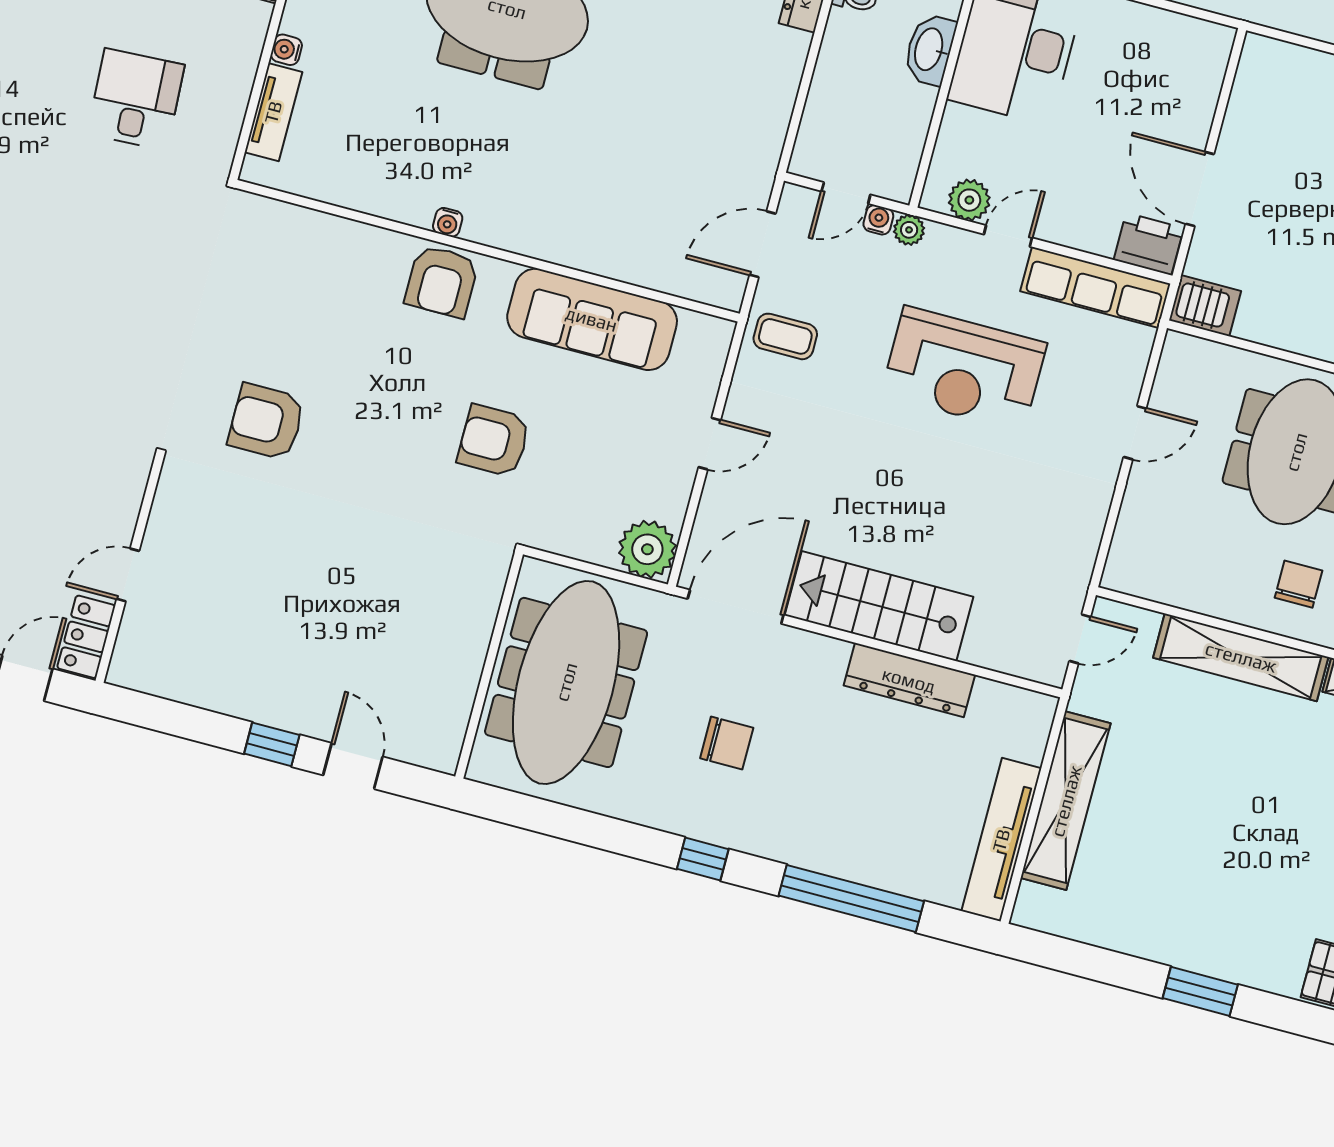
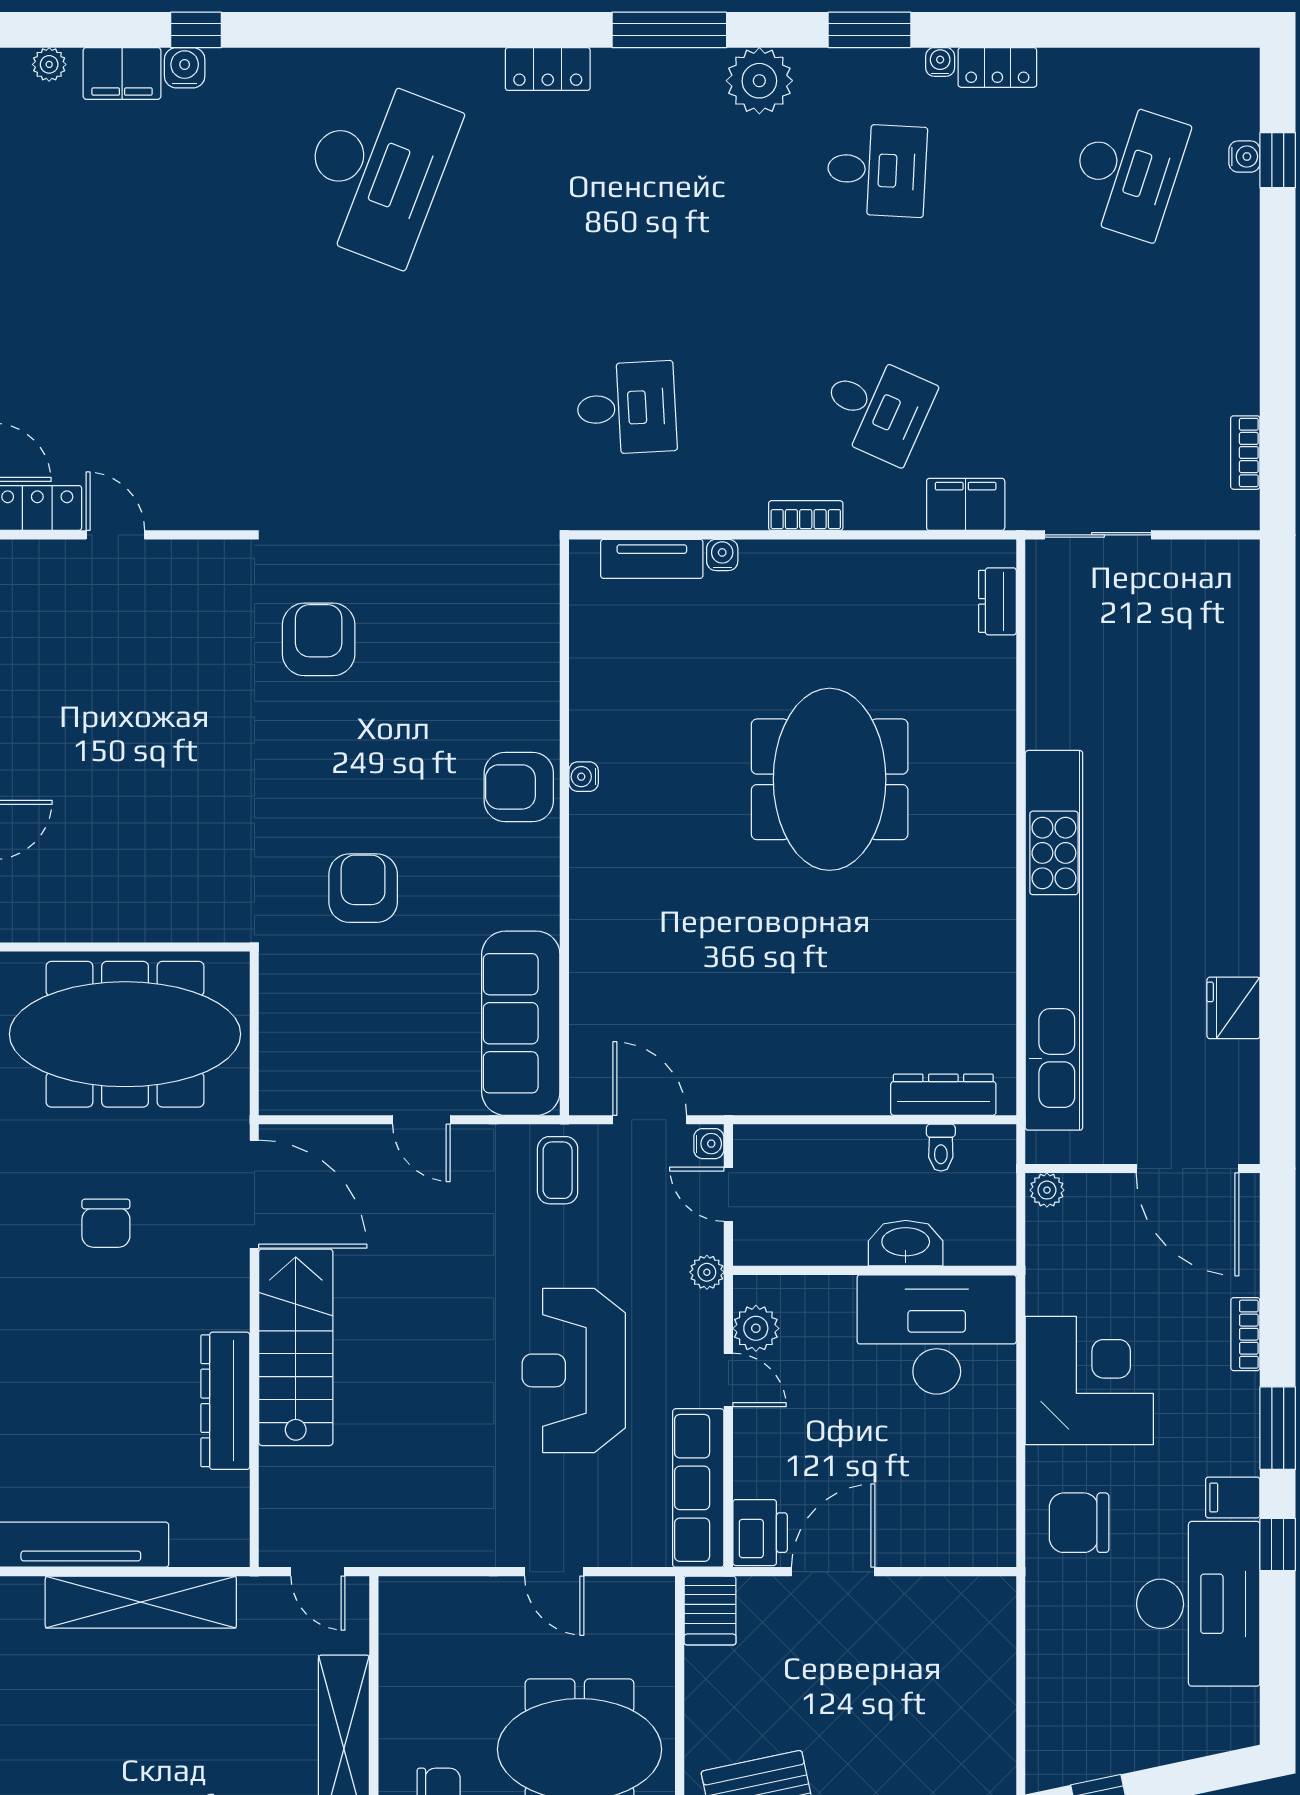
water cooler: (878, 220) -> (709, 1144), moved
sofa: (592, 319) -> (521, 1023), moved
plant: (647, 549) -> (291, 1083), removed

